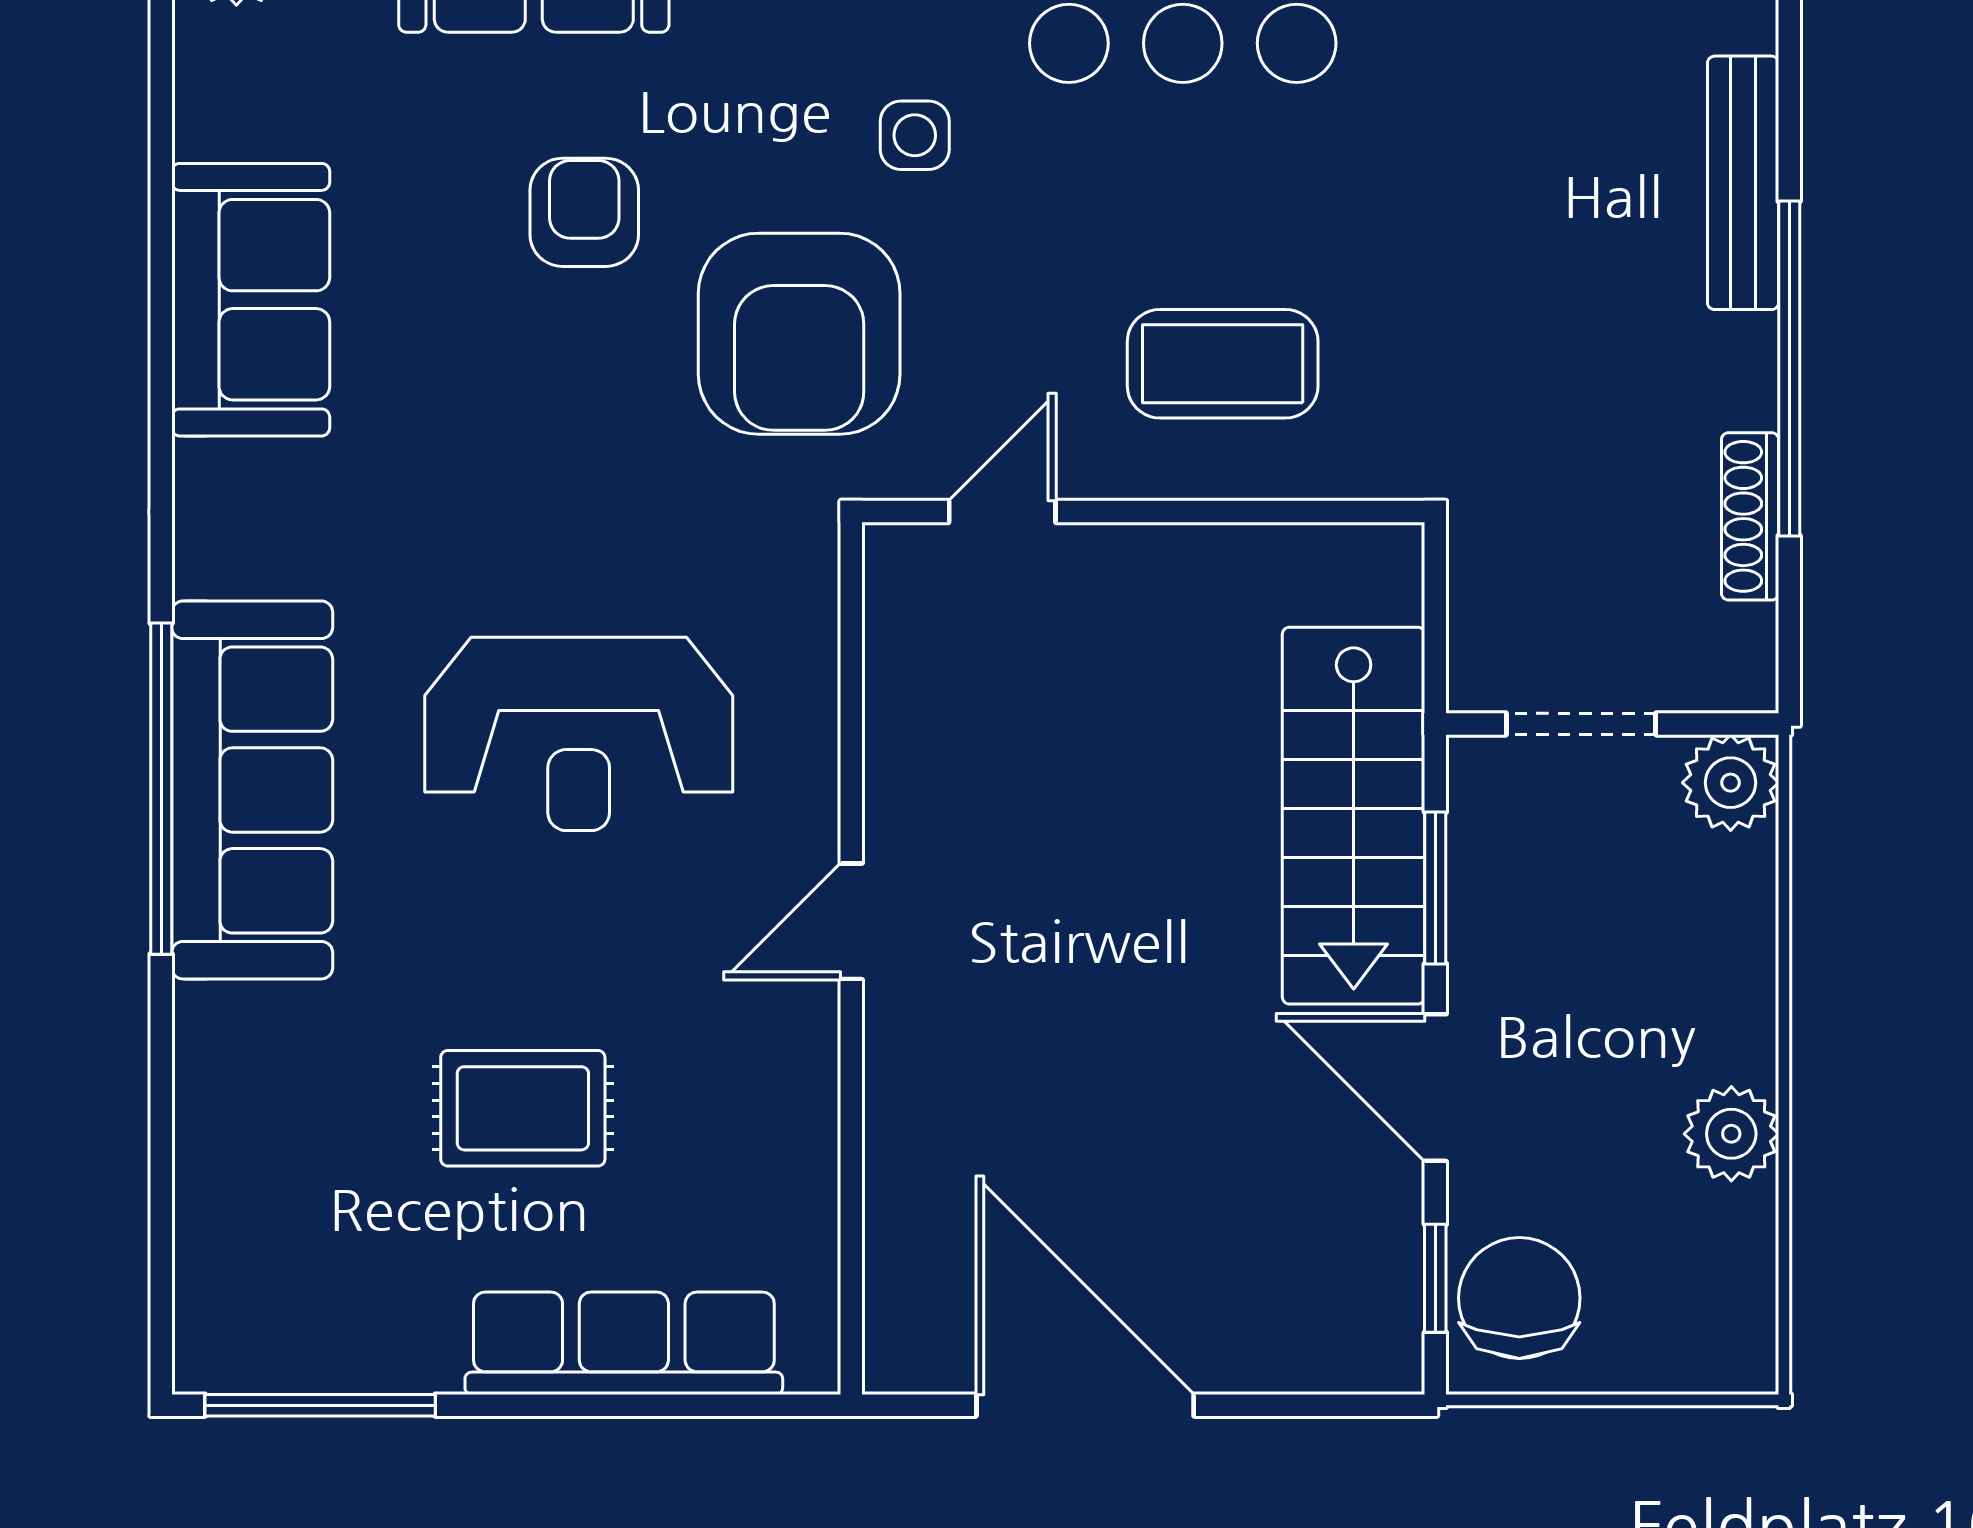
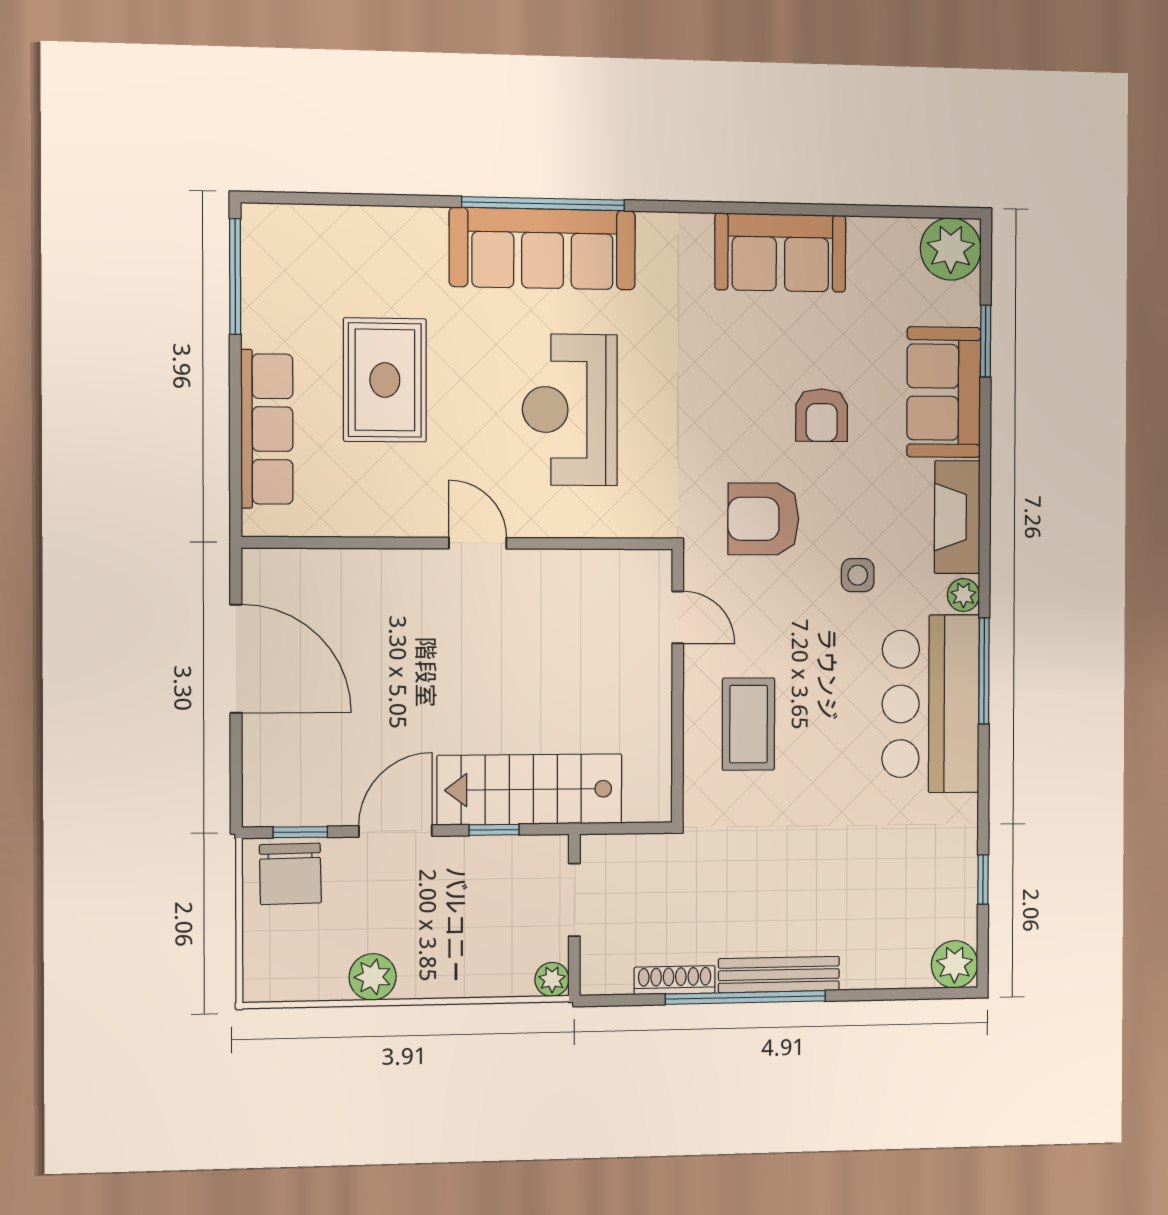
bench: (1743, 183) -> (779, 975), moved
armchair: (584, 212) -> (822, 415), turned 90
armchair: (799, 334) -> (763, 519), width x0.73, depth x0.73
plant: (1731, 783) -> (552, 979), width x0.73, depth x0.73
window: (1435, 888) -> (494, 830), width x0.67
rug: (523, 1108) -> (385, 380), width x1.36, depth x1.43
chair: (1519, 1298) -> (290, 874), turned 89
door: (1085, 1405) -> (236, 659), hinge flipped

